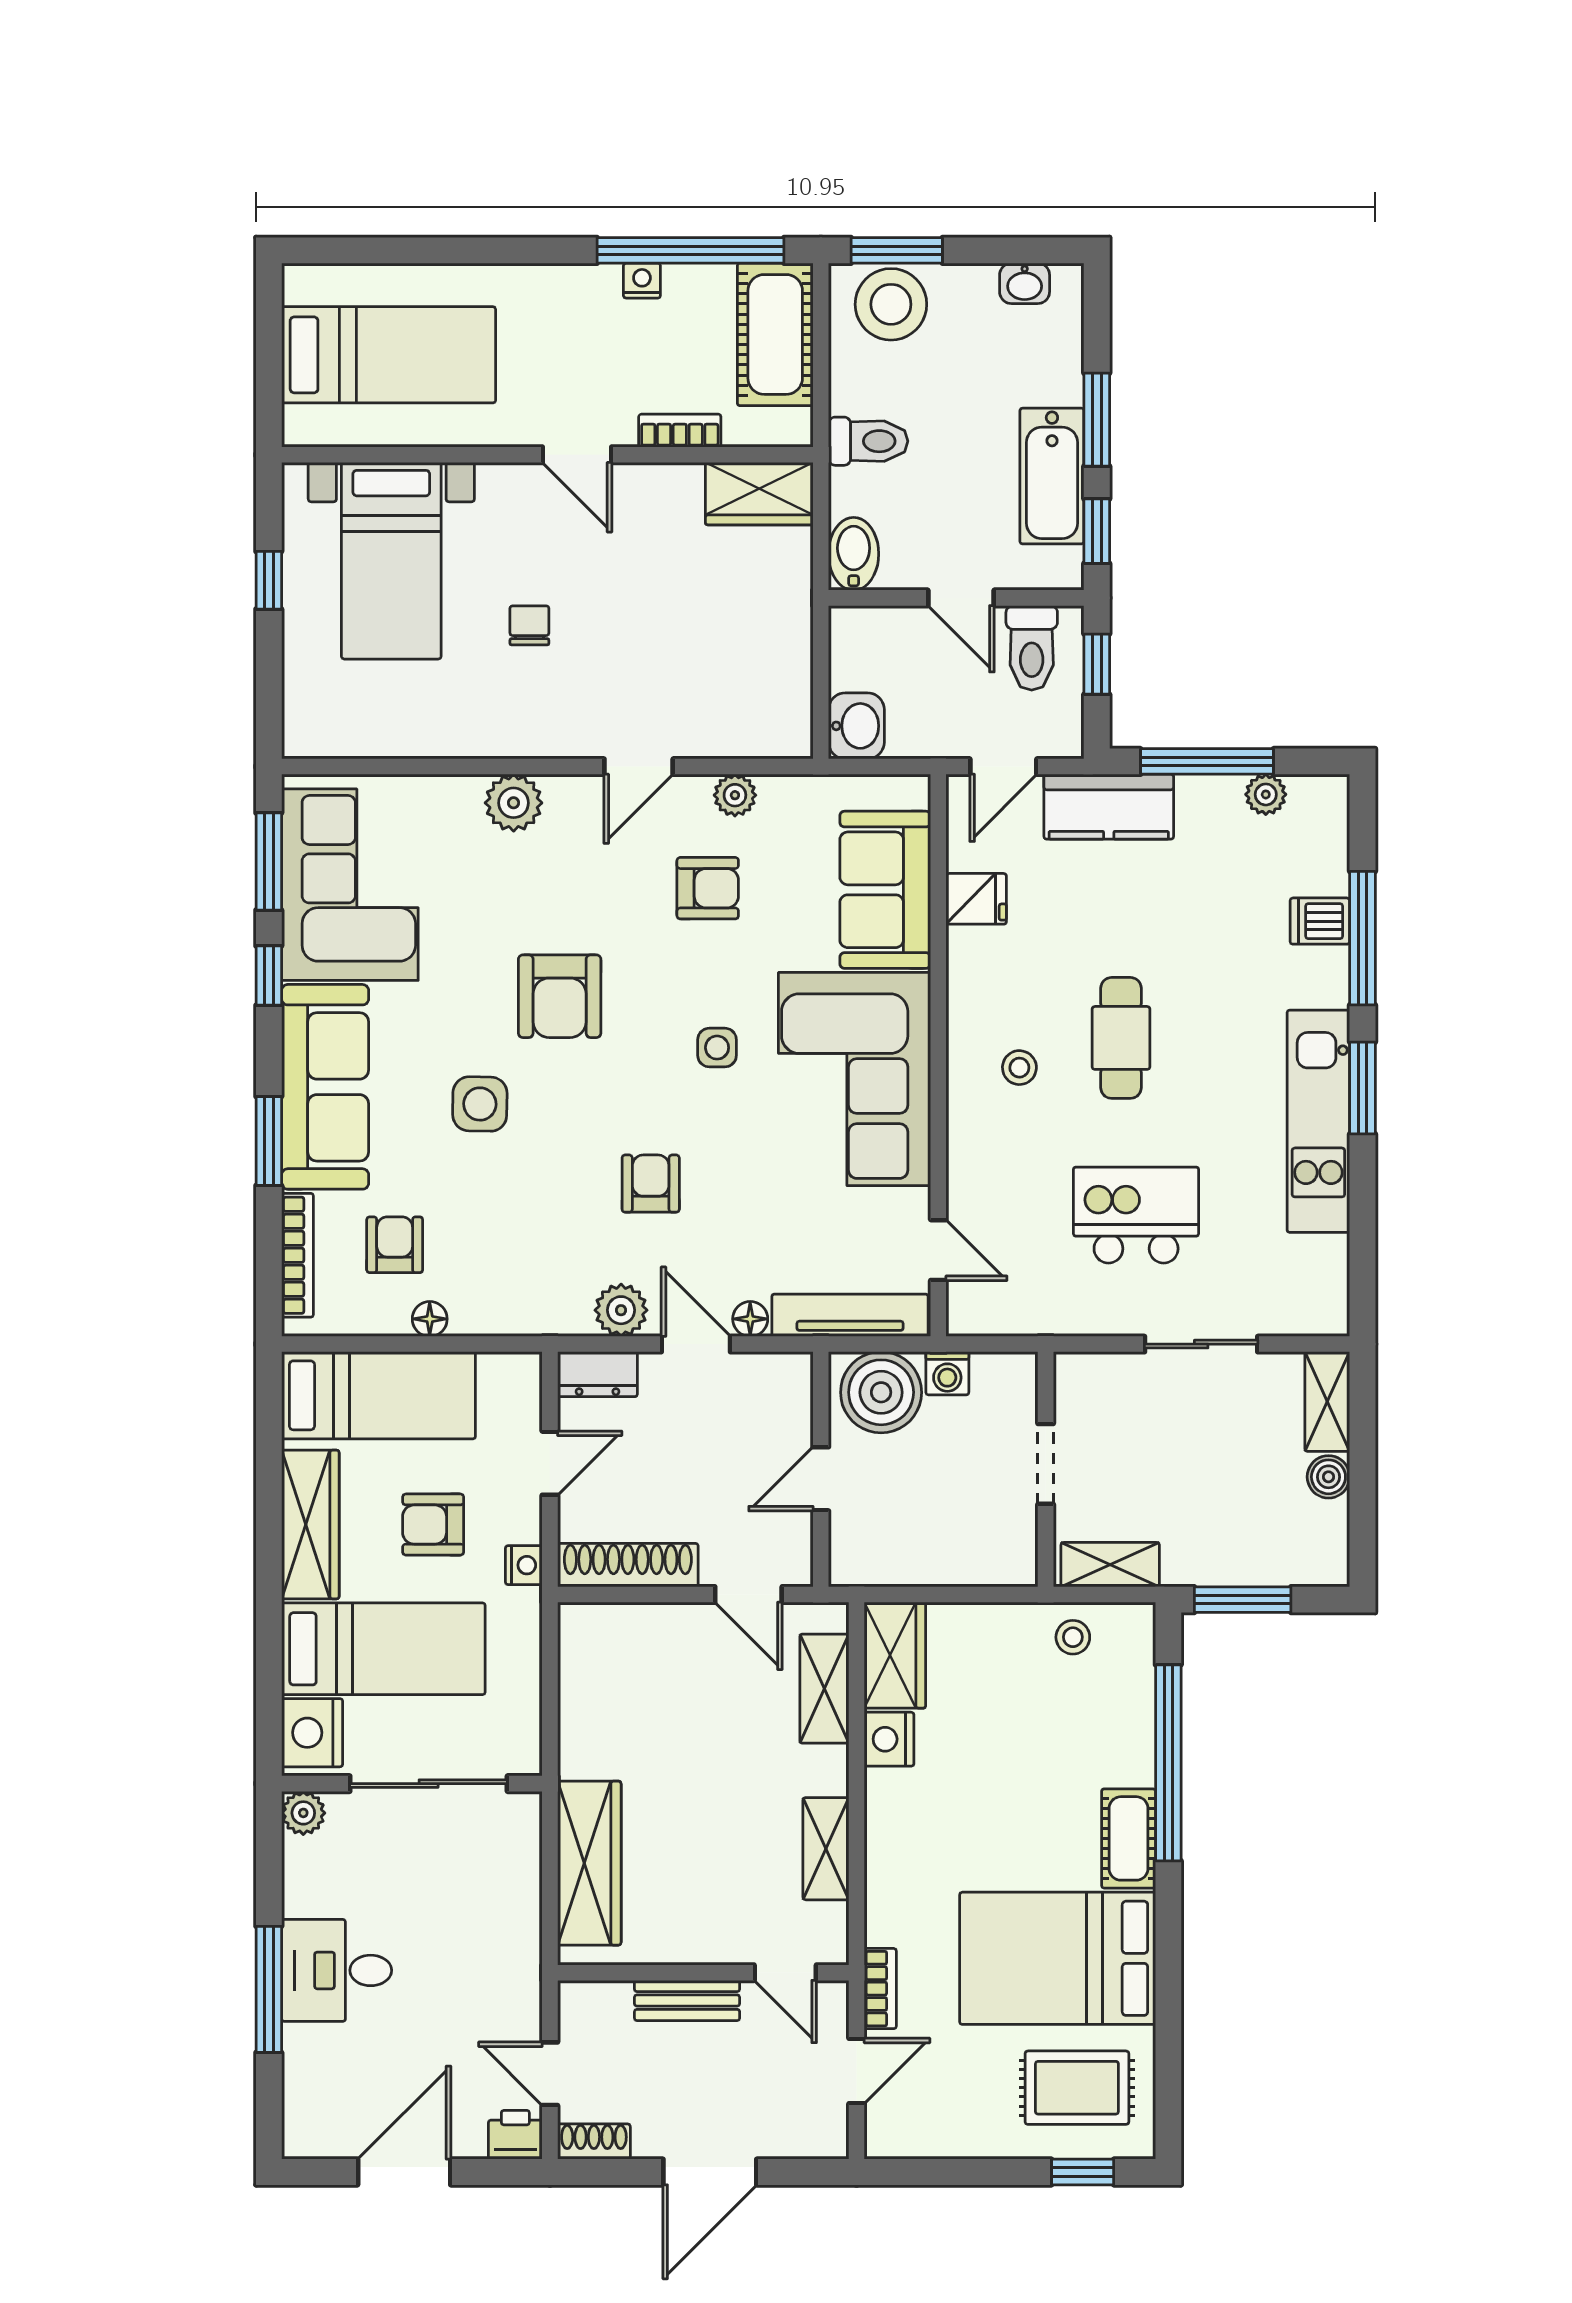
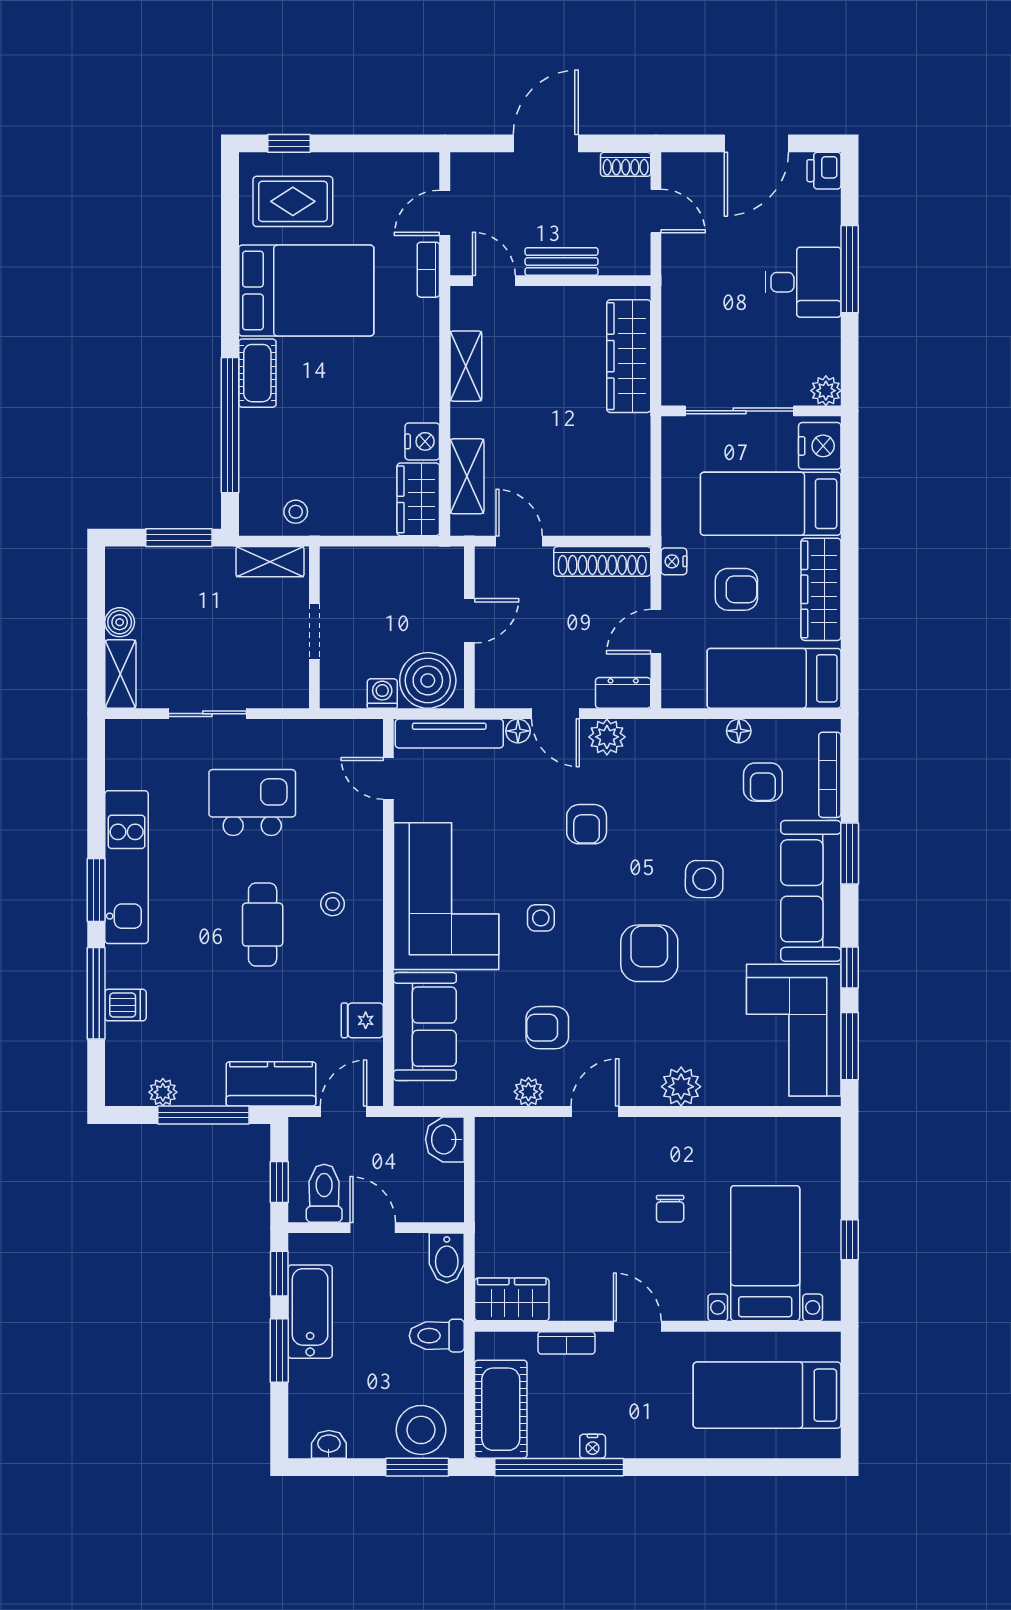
kitchen island: (1136, 1215) -> (252, 803), turned 180
printer: (515, 2135) -> (824, 171), moved, turned 90

